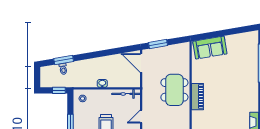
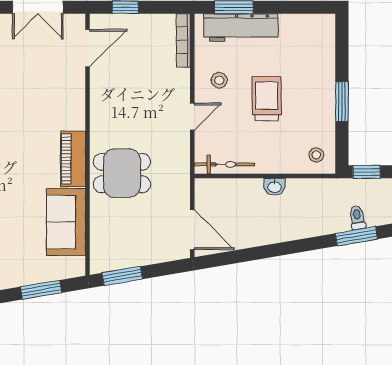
window: (213, 35) -> (41, 290), added
window: (158, 44) -> (122, 276), moved
sofa: (210, 48) -> (66, 222), moved, turned -80
dining table: (174, 90) -> (122, 173), width x0.73

